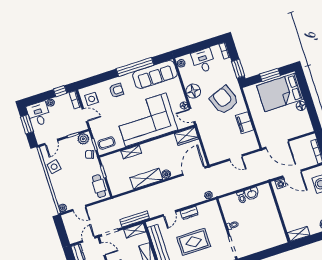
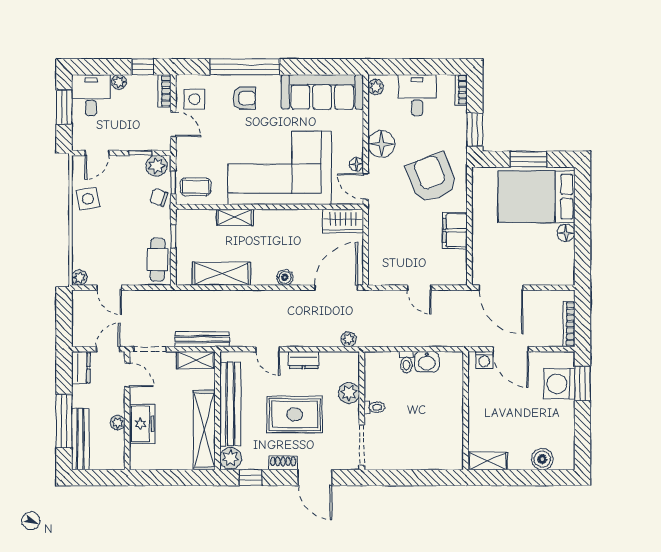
window: (135, 67) -> (245, 67), moved
shelving: (146, 179) -> (221, 274), moved
door: (169, 213) -> (268, 349), hinge flipped
plant: (217, 222) -> (349, 393), added

